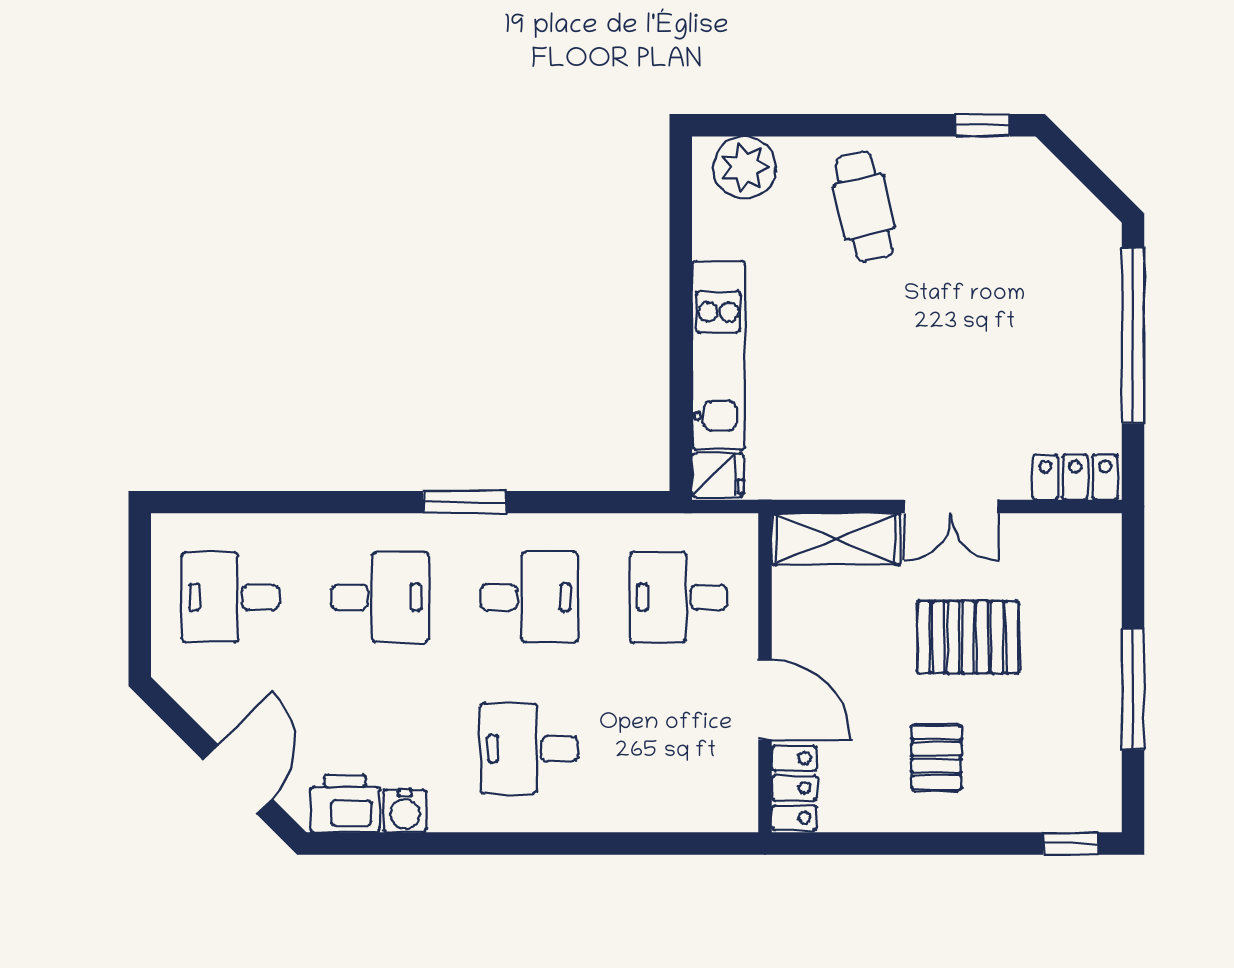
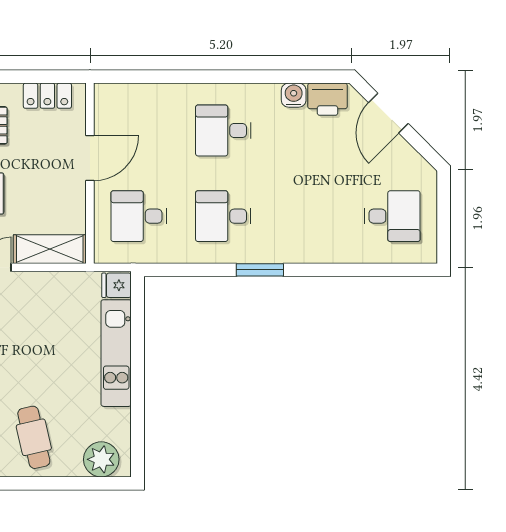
desk: (380, 597) -> (308, 216), removed
desk: (679, 597) -> (139, 216), turned 180
door: (765, 700) -> (90, 158), swing flipped
desk: (529, 749) -> (223, 130), turned 180
locker: (794, 788) -> (47, 96), moved, turned -90

